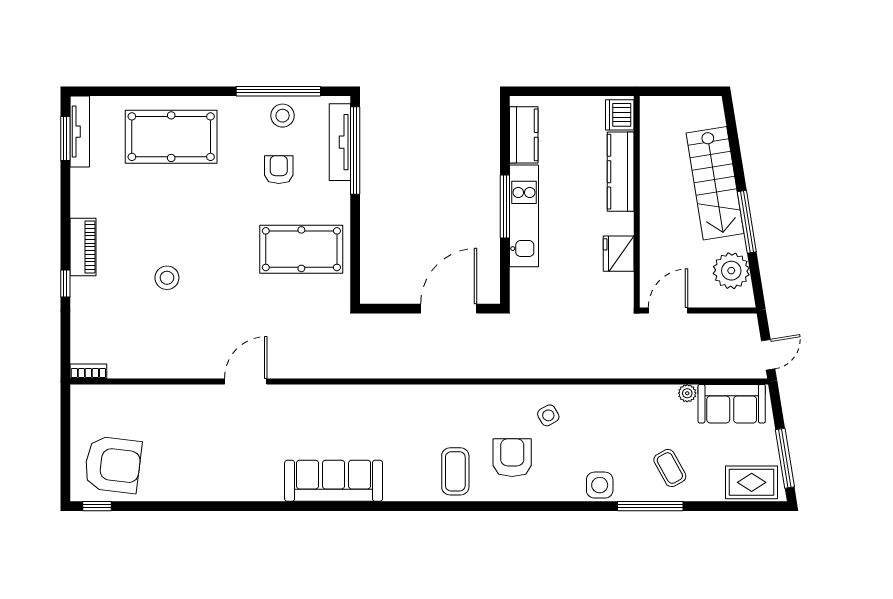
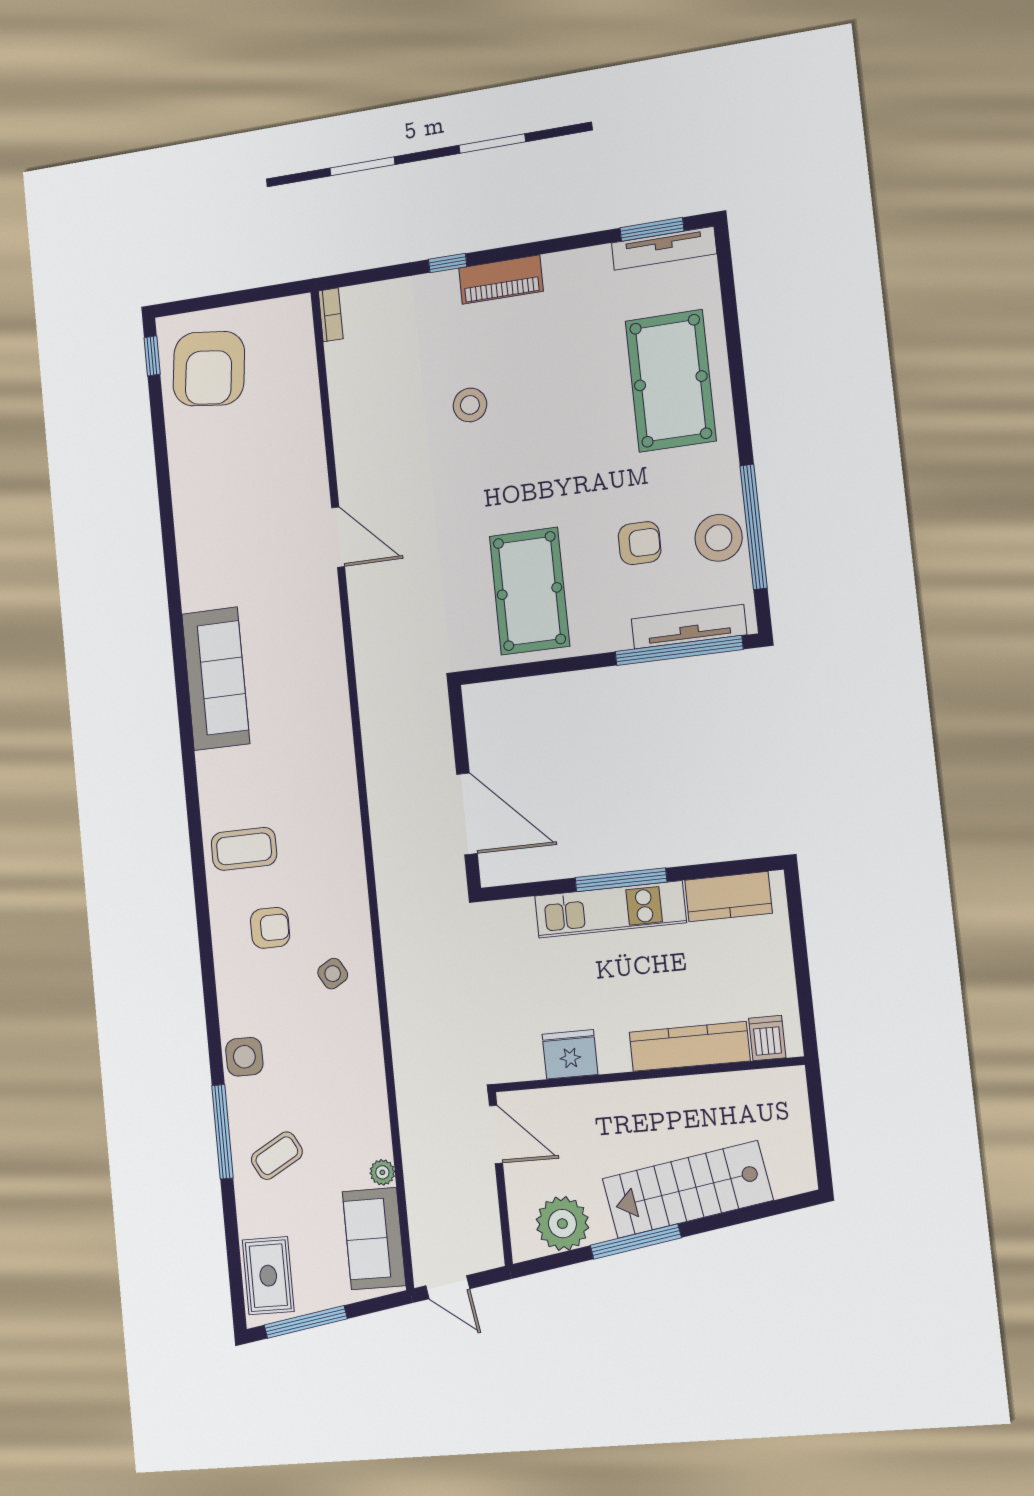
dishwasher: (620, 115) -> (767, 1038), width x0.73
stool: (283, 116) -> (719, 538), width x1.38, depth x1.38
armchair: (512, 458) -> (270, 928), width x0.72, depth x0.72

